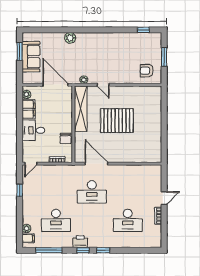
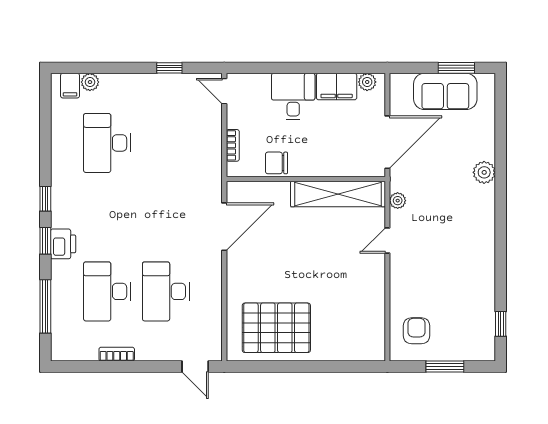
pallet: (117, 121) -> (276, 328), moved, turned 90
desk: (92, 192) -> (166, 291), moved
door: (164, 198) -> (195, 367), moved
printer: (80, 242) -> (63, 244), moved
window: (49, 250) -> (45, 306), moved

